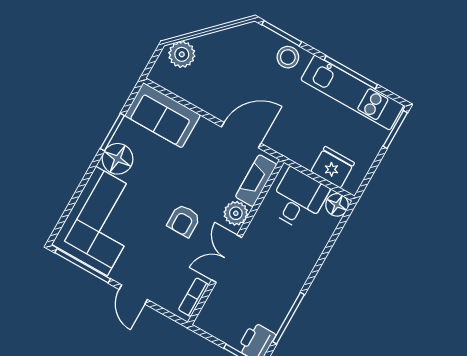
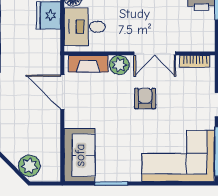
floor lamp: (118, 159) -> (128, 169), removed
armchair: (184, 221) -> (145, 99), turned -90

